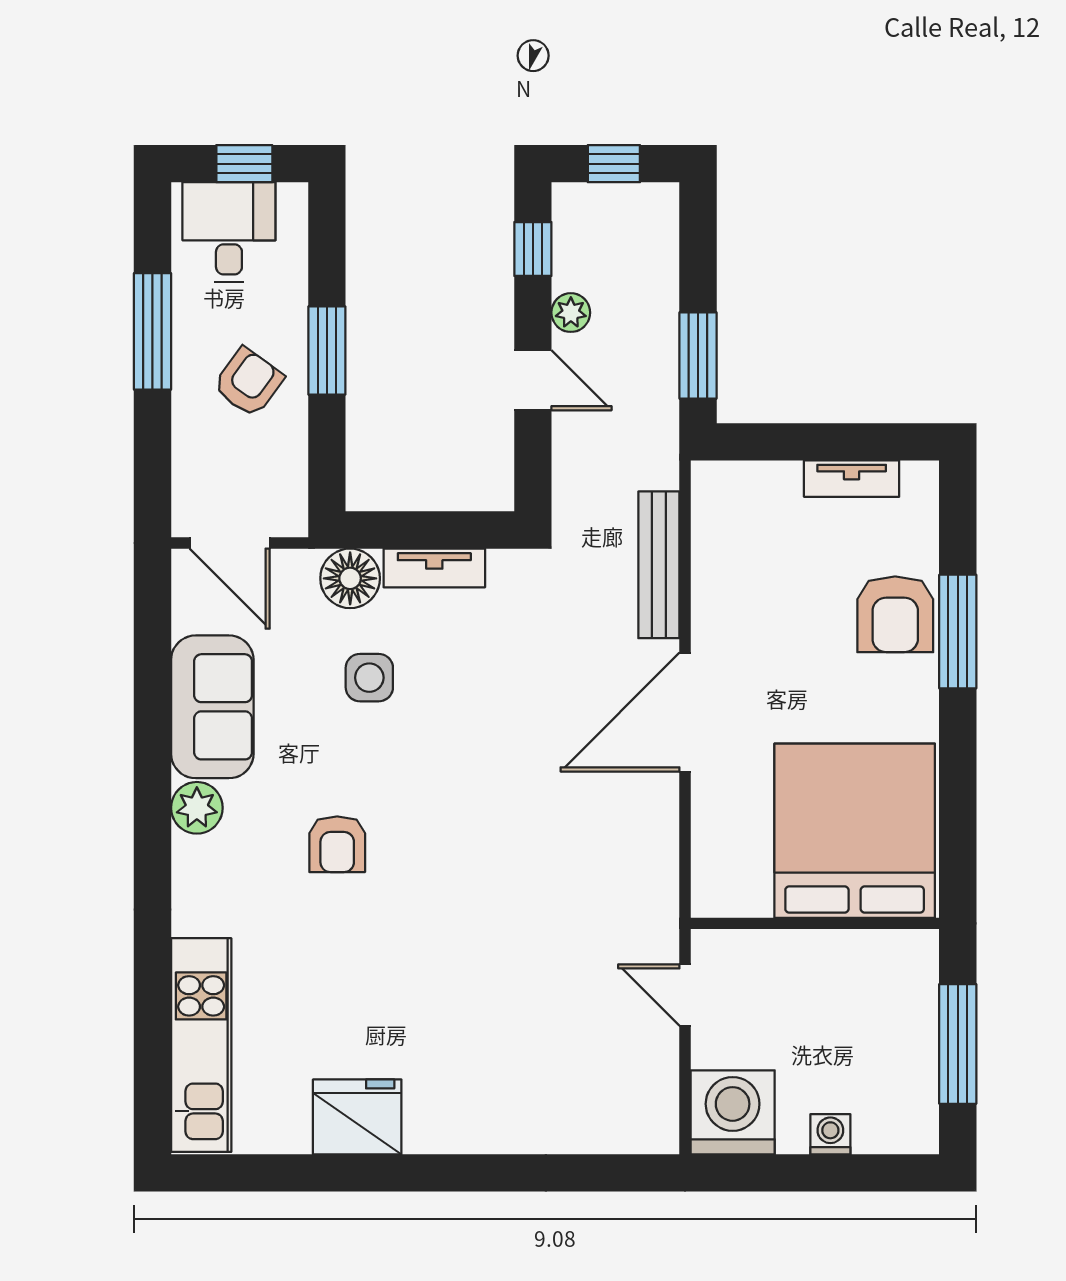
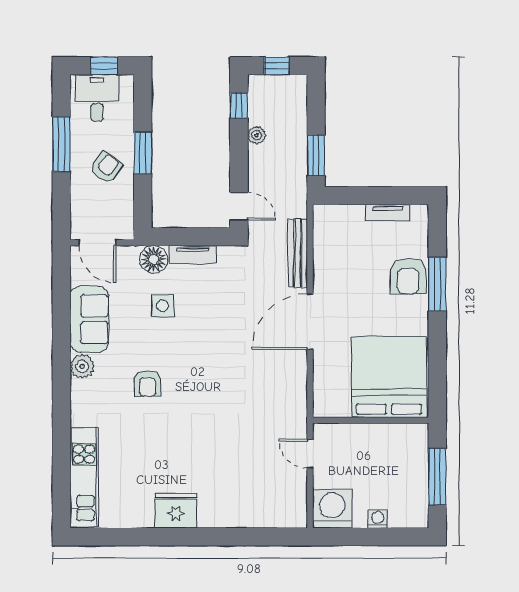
door: (533, 380) -> (239, 206), moved
fridge: (357, 1117) -> (176, 511), moved

